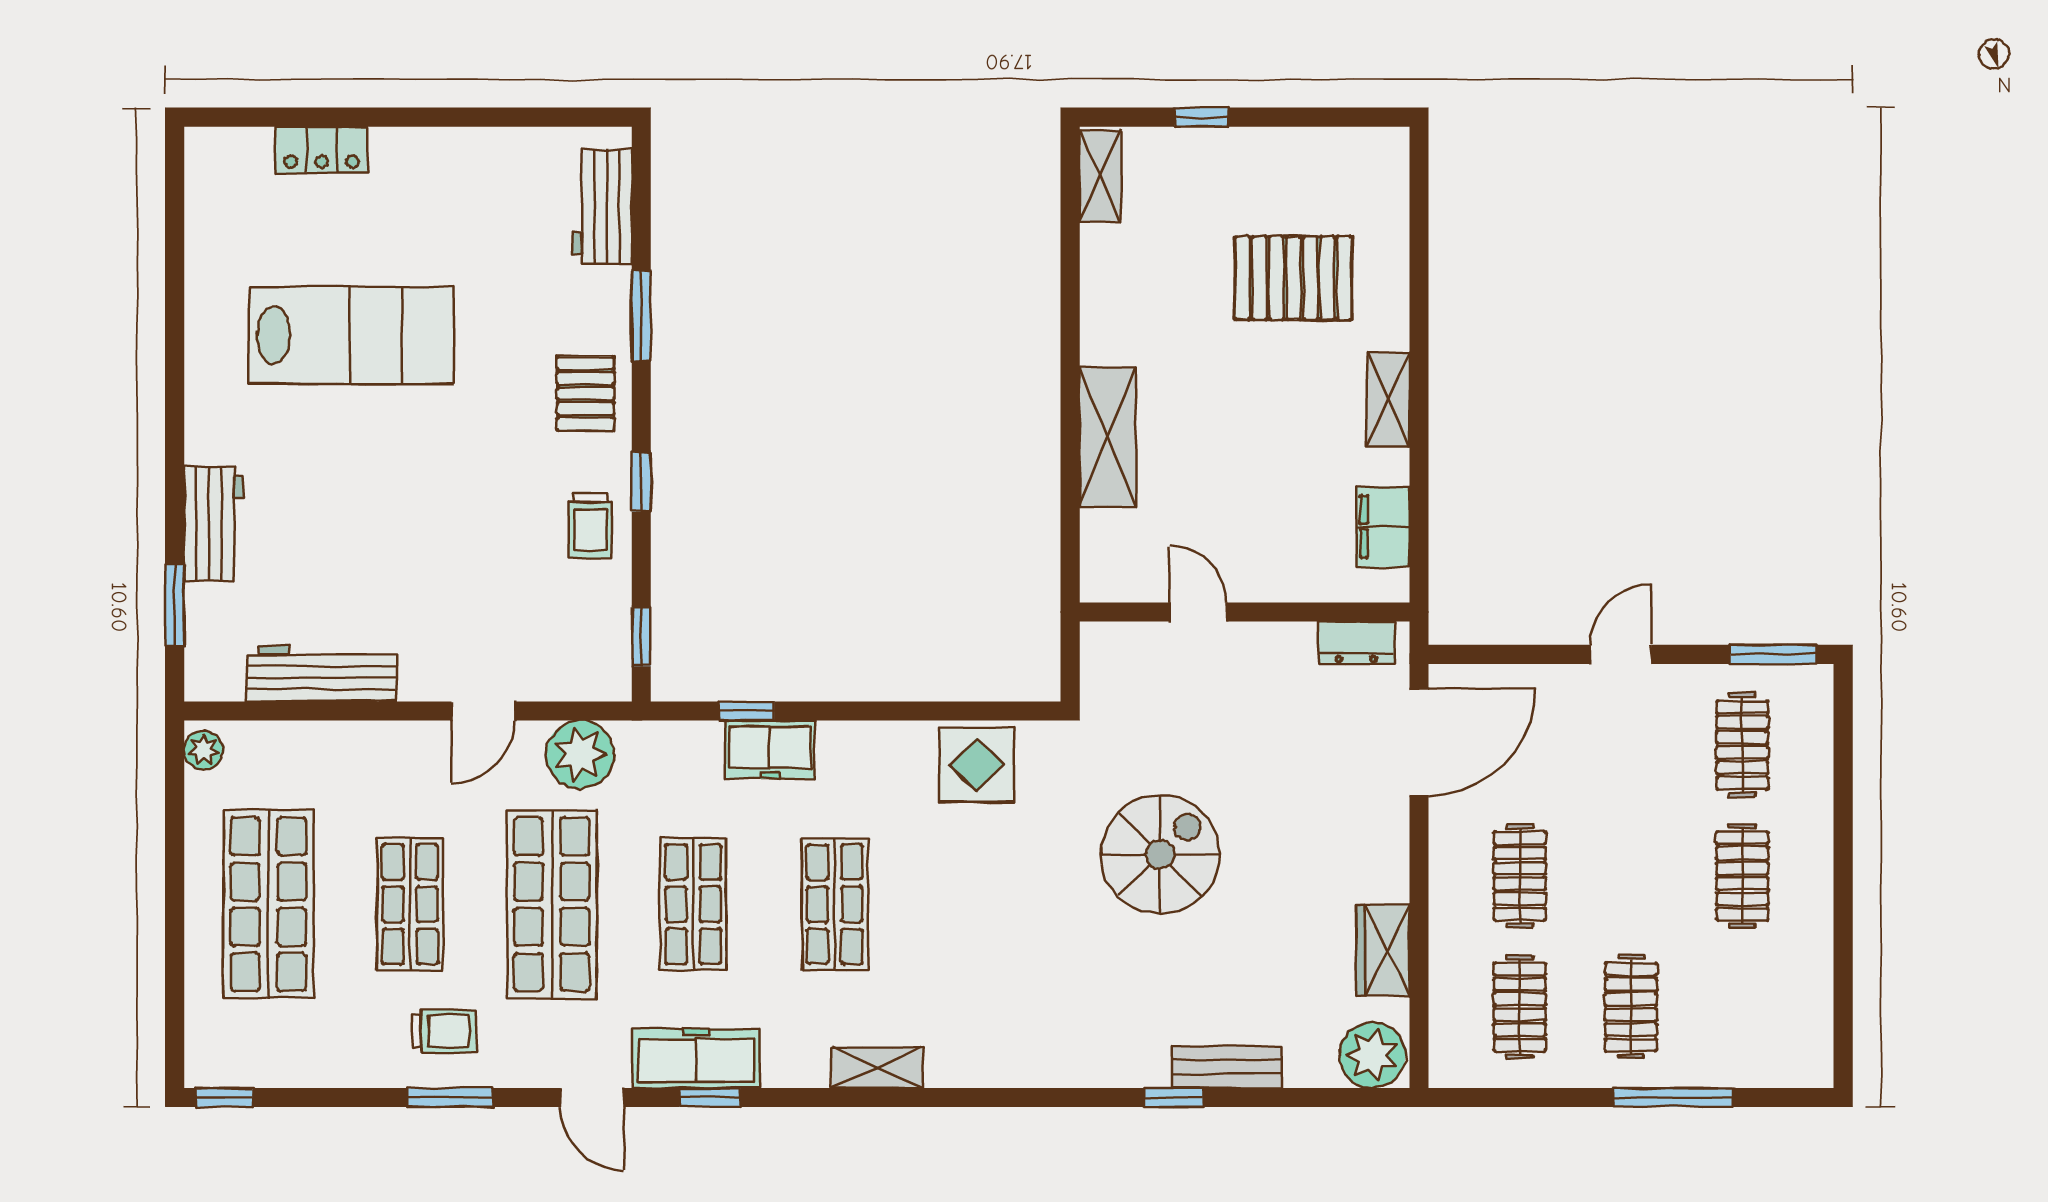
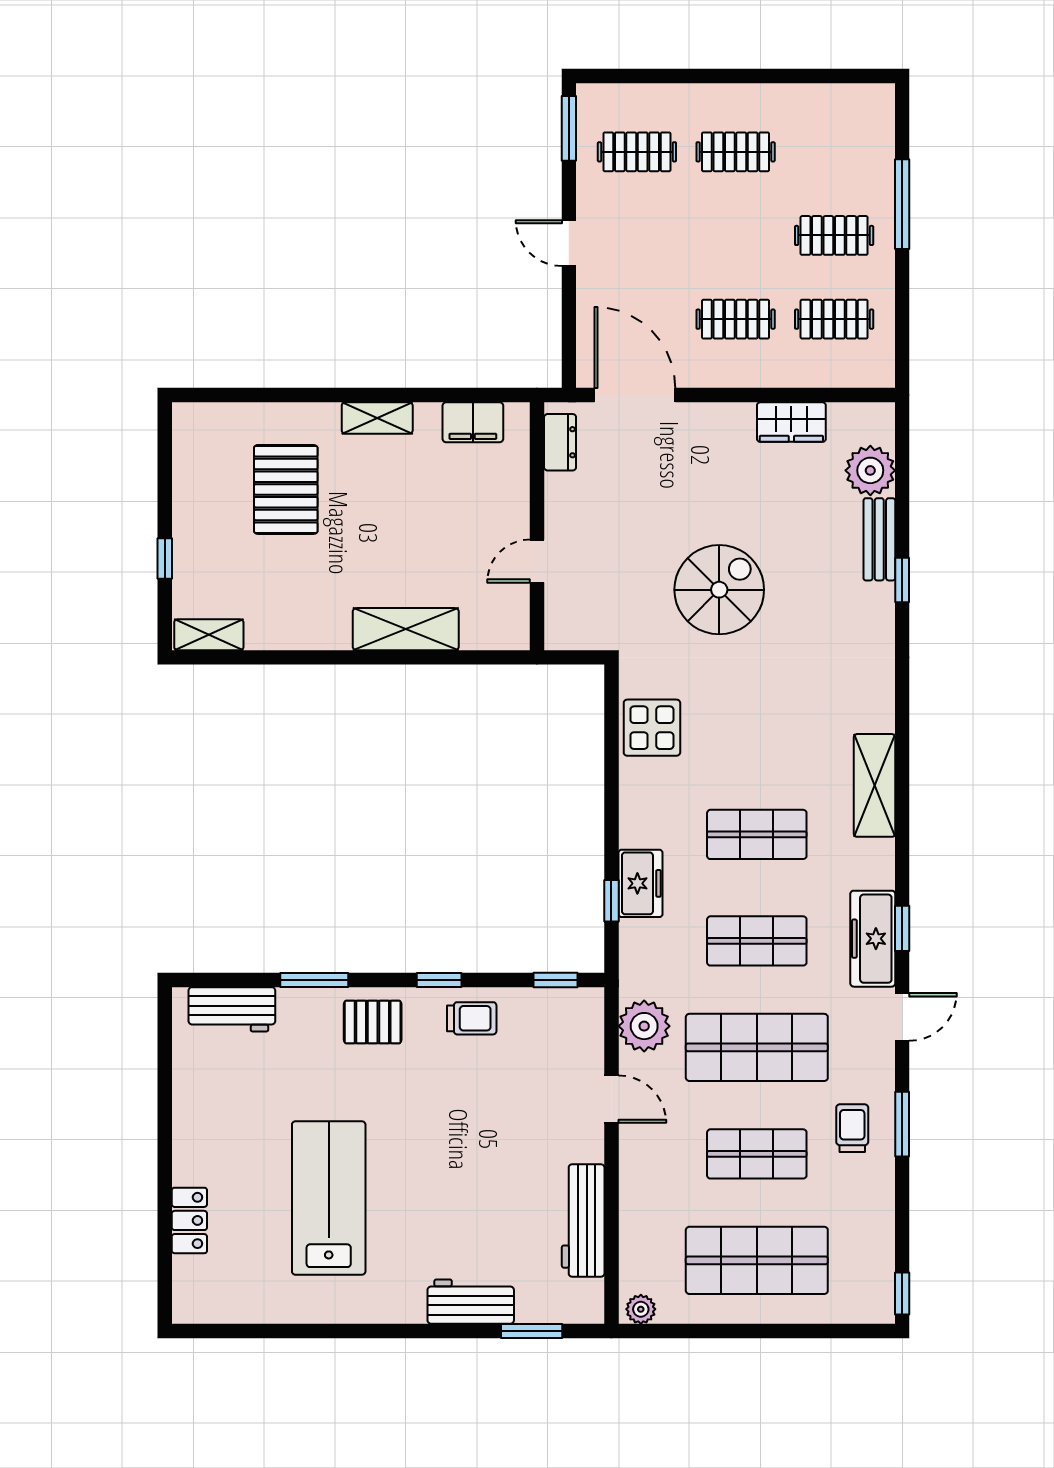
spiral stairs: (1160, 854) -> (719, 590), turned 90
plant: (1372, 1055) -> (870, 470), moved
shelving: (877, 1067) -> (874, 785), width x1.50, depth x1.33

